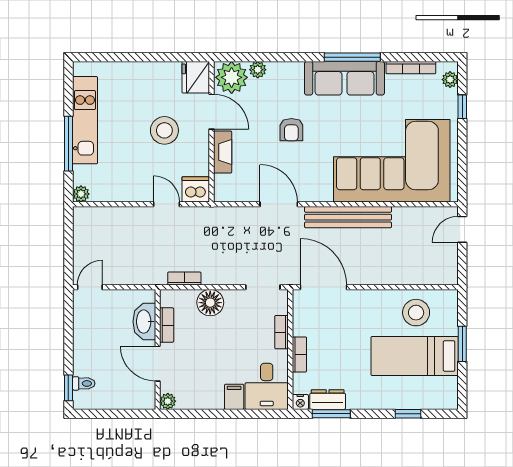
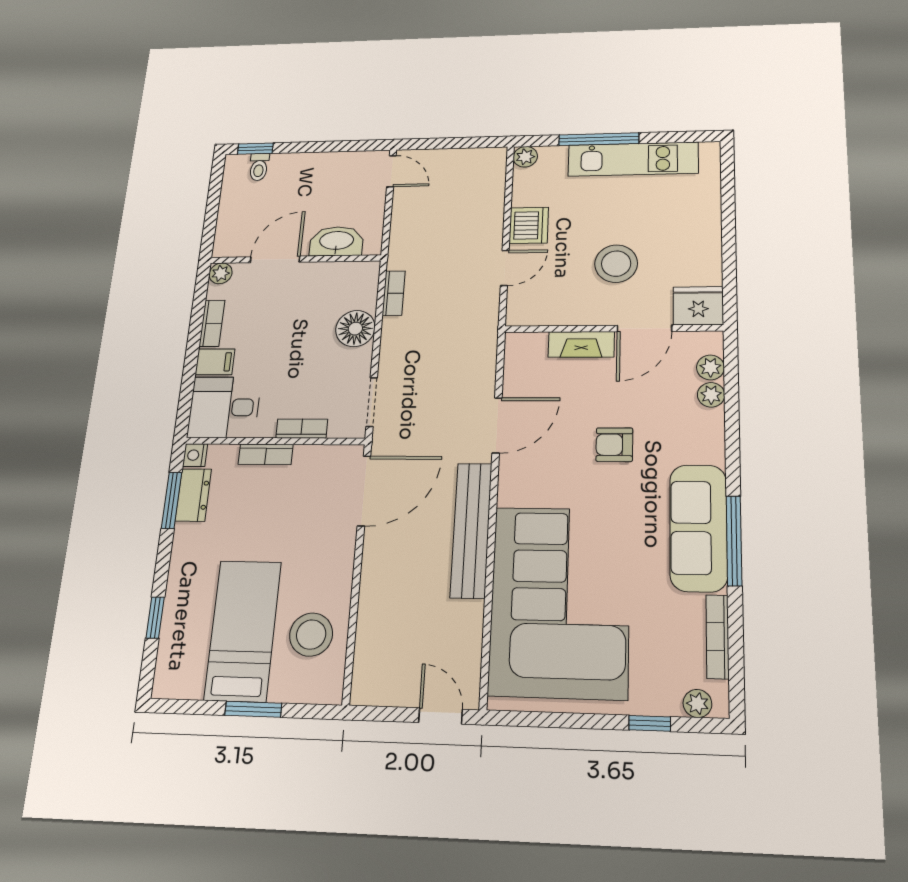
plant: (232, 77) -> (710, 367), width x0.53, depth x0.53
dishwasher: (196, 189) -> (529, 225), moved
bookcase: (167, 325) -> (212, 323), moved, turned -90

